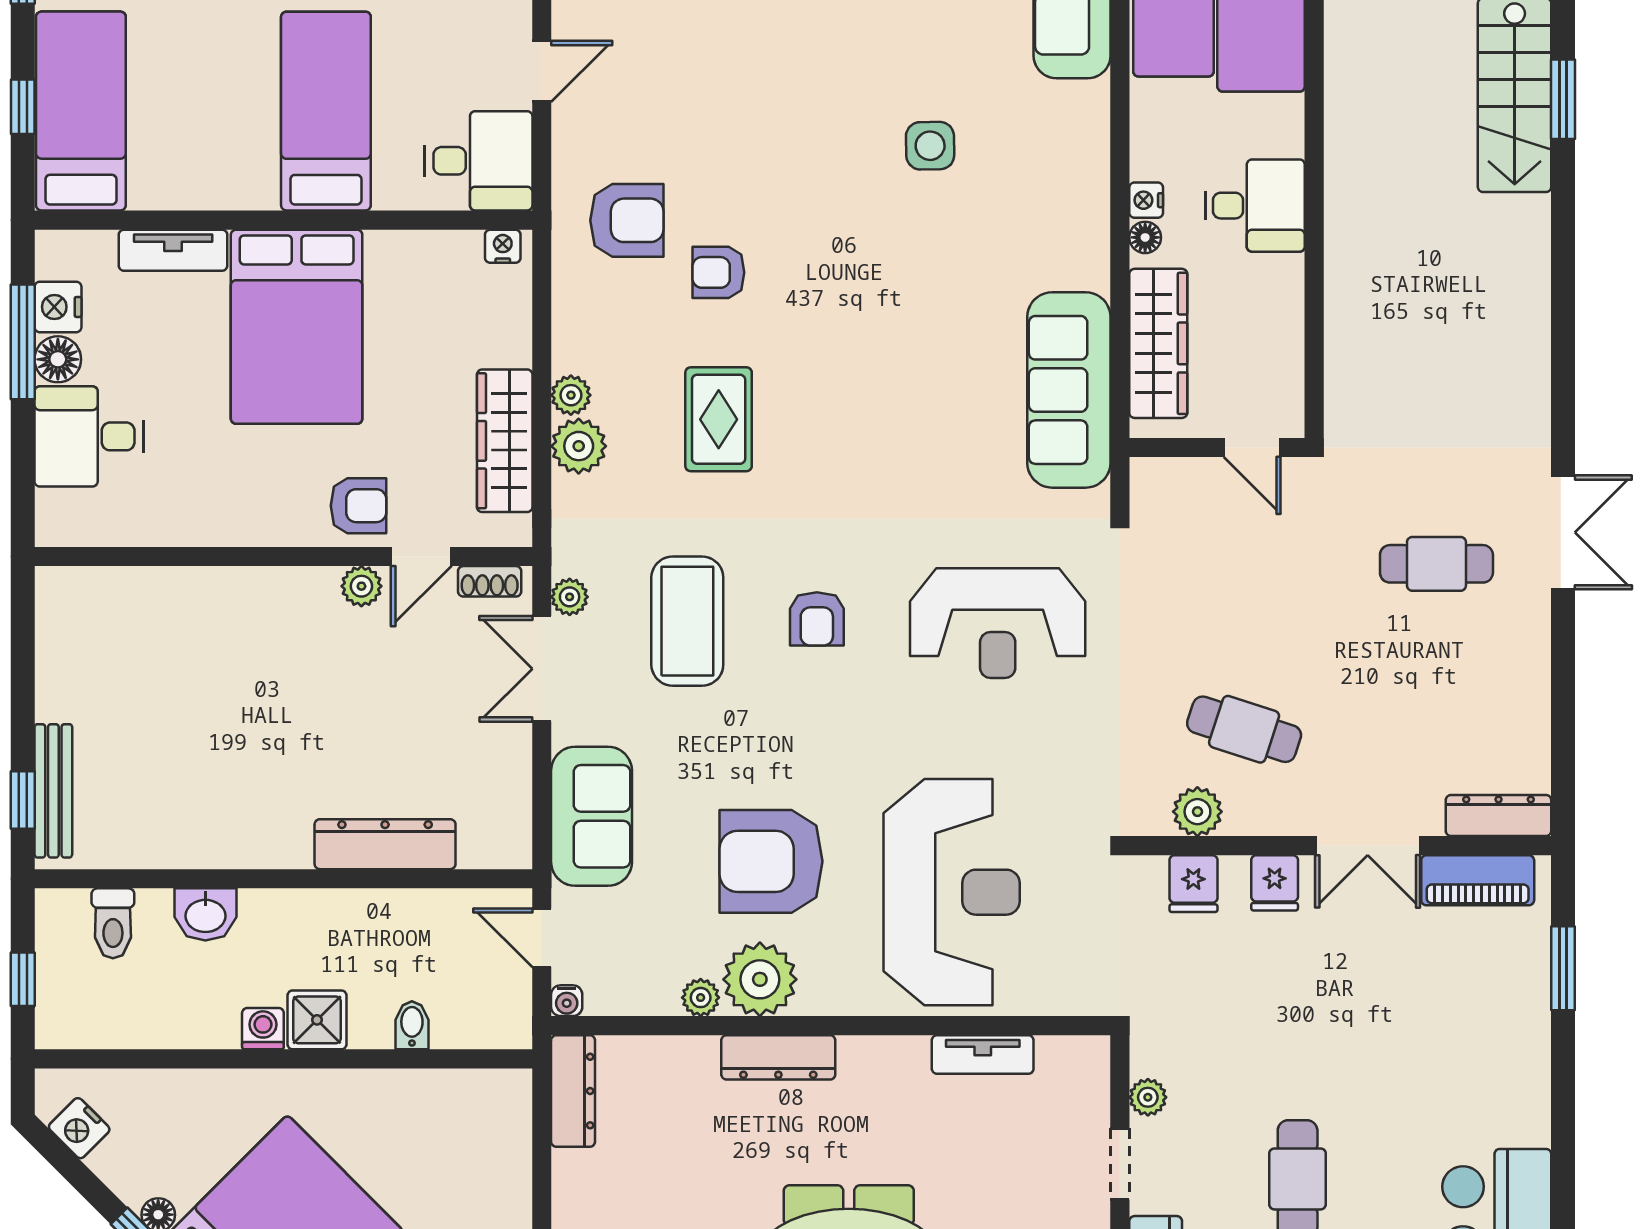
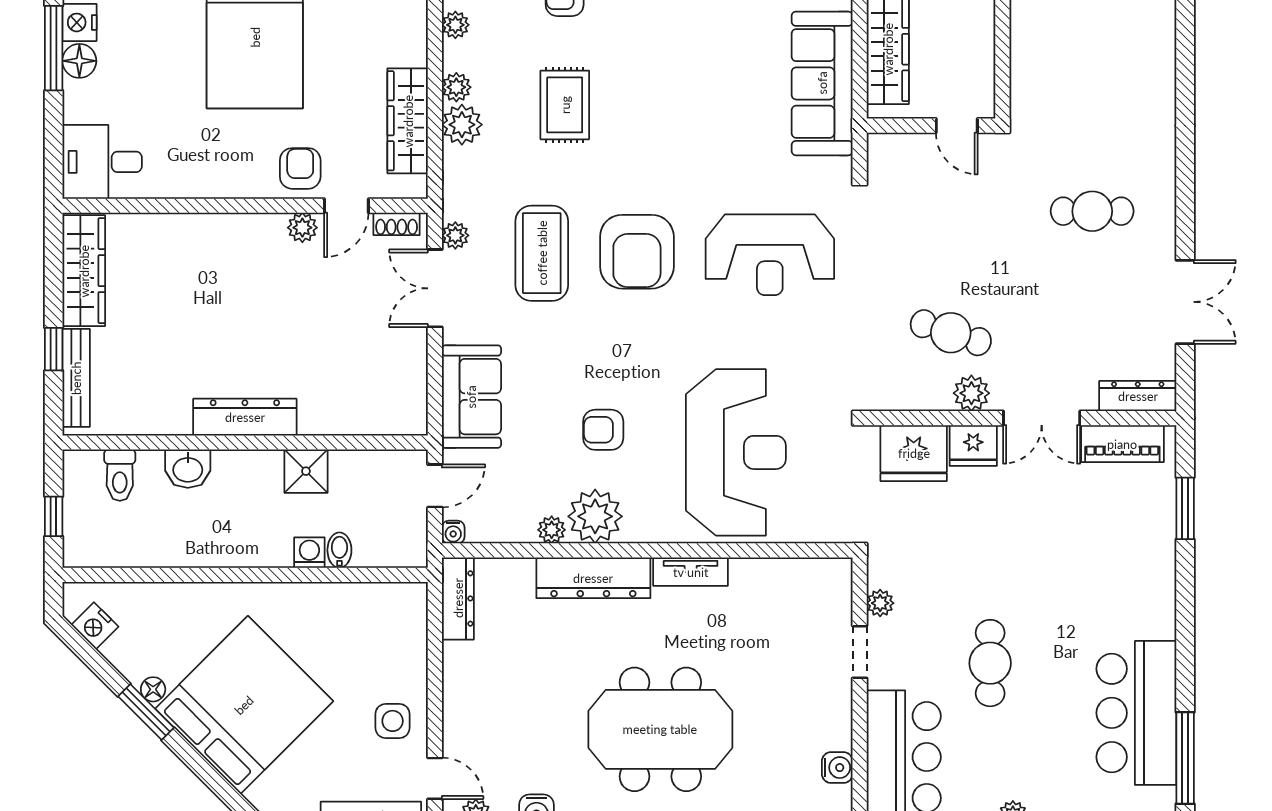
plant: (570, 310) -> (455, 25), added
desk: (89, 436) -> (102, 162), moved
armchair: (358, 506) -> (300, 168), turned -90
double door: (1563, 532) -> (1185, 302), moved
armchair: (817, 619) -> (637, 252), width x1.88, depth x1.88
wardrobe: (64, 645) -> (84, 271), added
window: (23, 800) -> (54, 349), moved
plant: (1197, 812) -> (971, 393), moved
dresser: (385, 844) -> (245, 417), moved
armchair: (771, 861) -> (603, 430), width x0.53, depth x0.53
fridge: (1275, 883) -> (973, 446), width x1.38
fridge: (1193, 884) -> (914, 453), width x1.88, depth x1.34
door: (542, 938) -> (435, 486), swing flipped
shower: (317, 1020) -> (306, 471), moved
washing machine: (263, 1029) -> (309, 553), moved
tv unit: (983, 1055) -> (691, 572), moved
dresser: (778, 1057) -> (593, 578), width x1.37, depth x1.24

